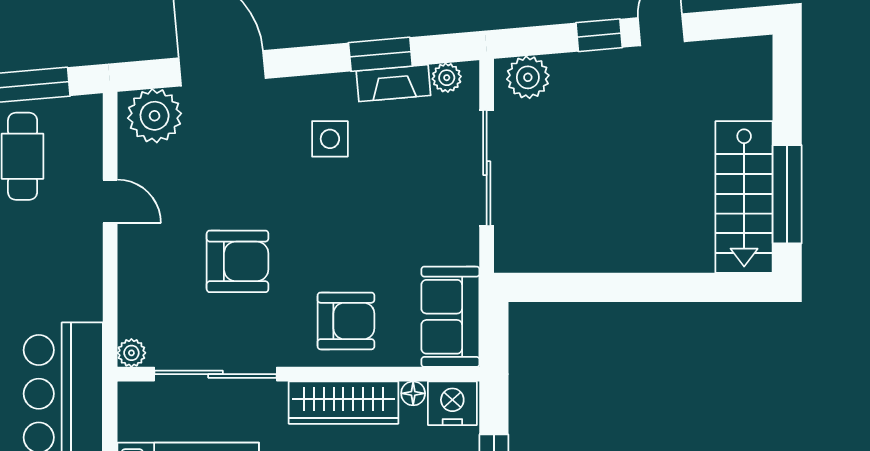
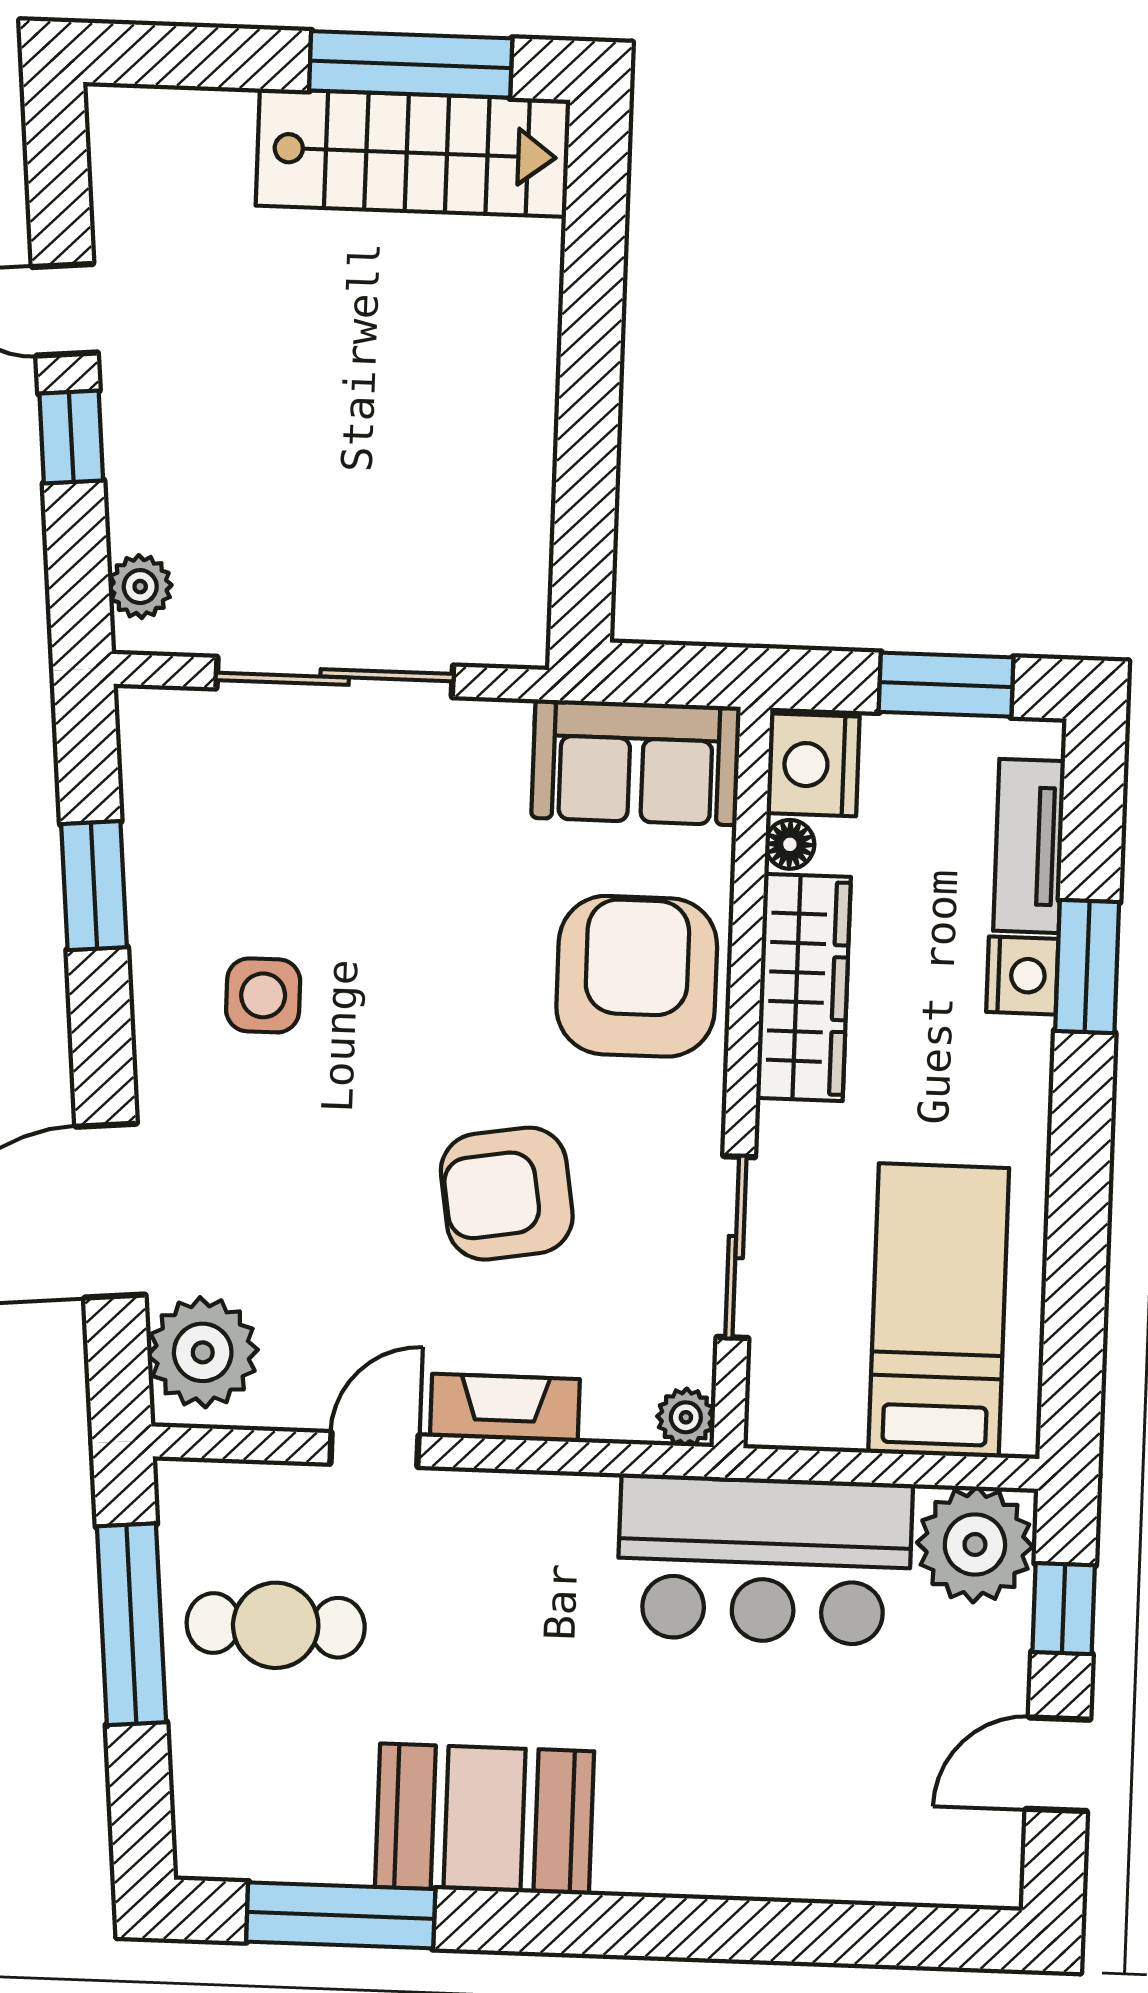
plant: (528, 77) -> (140, 587), width x0.73, depth x0.73
plant: (447, 78) -> (147, 752), removed
fireplace: (393, 83) -> (505, 1408), moved, turned -85
armchair: (238, 261) -> (507, 1194), turned -99
armchair: (346, 321) -> (637, 976), width x1.36, depth x1.36
sliding door: (215, 374) -> (736, 1247), width x0.73

